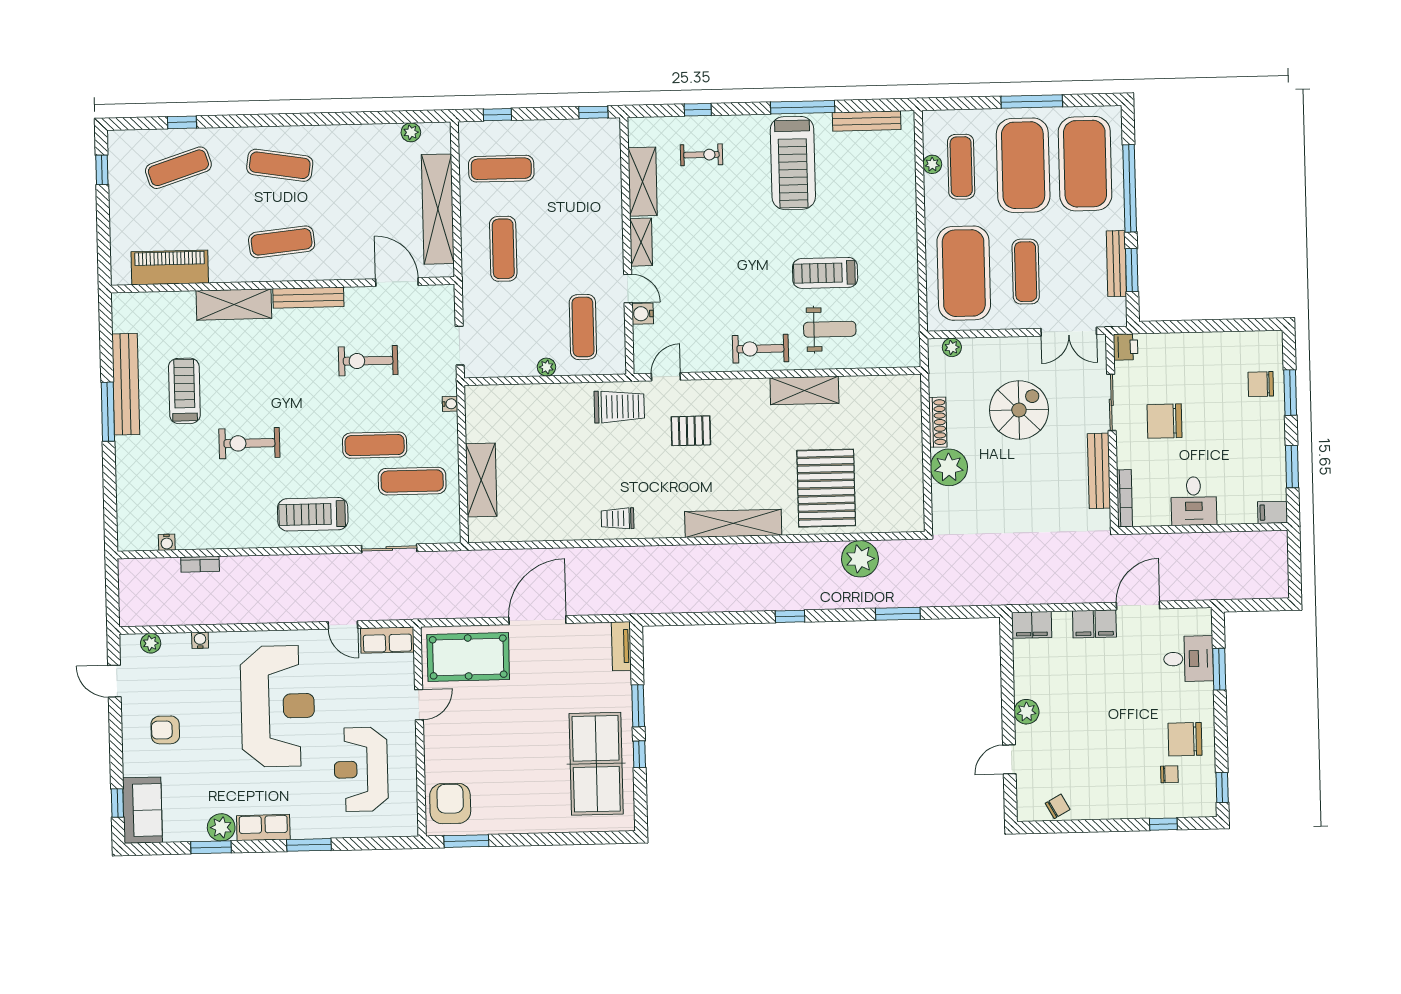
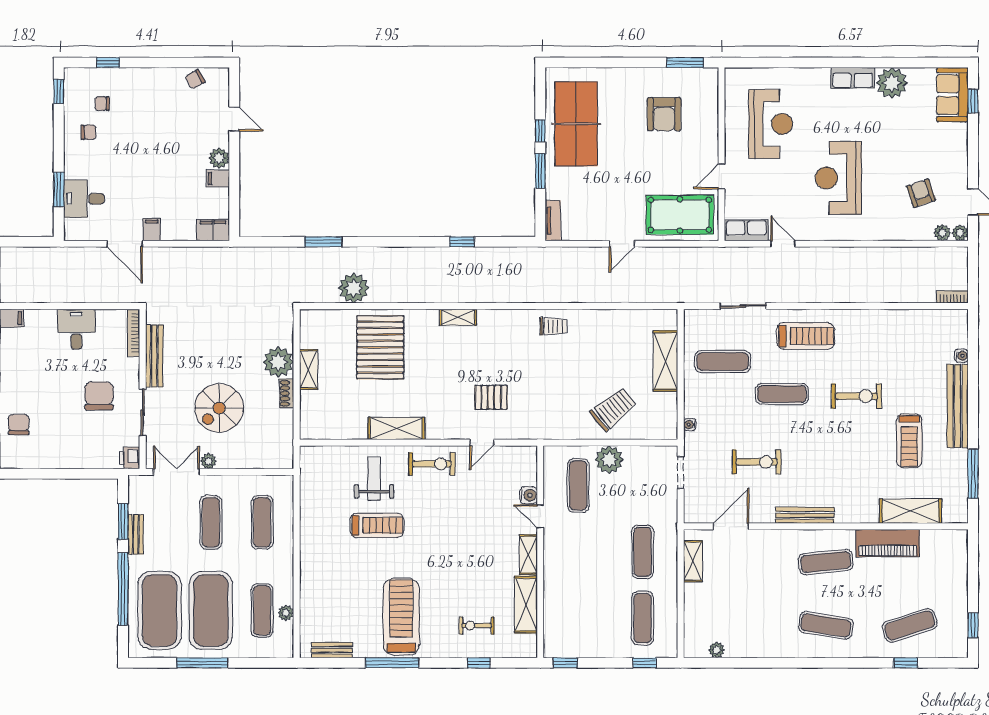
bench: (867, 121) -> (332, 650), width x0.73
exercise mat: (501, 169) -> (643, 618), turned 90
shelving: (438, 209) -> (693, 561), width x0.45, depth x0.75
bench: (1116, 264) -> (136, 534), width x0.73
piano: (170, 267) -> (888, 543), moved
exercise mat: (964, 273) -> (262, 522), width x0.50, depth x0.69
door: (397, 282) -> (731, 526), swing flipped
shelving: (234, 304) -> (910, 511), moved
weight bench: (830, 329) -> (374, 479), turned 90
plant: (952, 347) -> (209, 461), moved
plant: (546, 367) -> (609, 460), width x1.87, depth x1.87
door: (666, 377) -> (482, 443), moved
bench: (126, 384) -> (958, 406), moved
chair: (1261, 384) -> (19, 425), turned -90
trolley: (619, 407) -> (613, 409), moved, turned 141
window: (108, 412) -> (973, 474), moved
chair: (1165, 421) -> (99, 396), turned -90
shoe rack: (938, 422) -> (287, 393), width x0.70
exercise mat: (375, 445) -> (782, 394), moved
shelving: (912, 459) -> (309, 369), added
shelving: (733, 523) -> (458, 317), width x0.45, depth x0.75
water cooler: (167, 542) -> (961, 356), moved, turned 90
bookcase: (200, 564) -> (952, 297), moved
door: (1138, 606) -> (125, 244), hinge flipped
window: (790, 616) -> (462, 242), moved
door: (537, 620) -> (622, 244), width x0.53
filing cabinet: (1083, 624) -> (218, 179), moved, turned -90
water cooler: (200, 640) -> (901, 234), removed
plant: (129, 643) -> (960, 233), added
reception desk: (278, 706) -> (838, 178), width x0.74, depth x0.77
armchair: (165, 730) -> (921, 193), moved, turned -109
chair: (1185, 739) -> (88, 132), width x0.54, depth x0.54
door: (1009, 759) -> (234, 119), hinge flipped
armchair: (450, 803) -> (664, 114), moved
plant: (221, 827) -> (892, 83), width x1.36, depth x1.36
window: (309, 845) -> (815, 63), removed
window: (211, 847) -> (896, 63), removed

